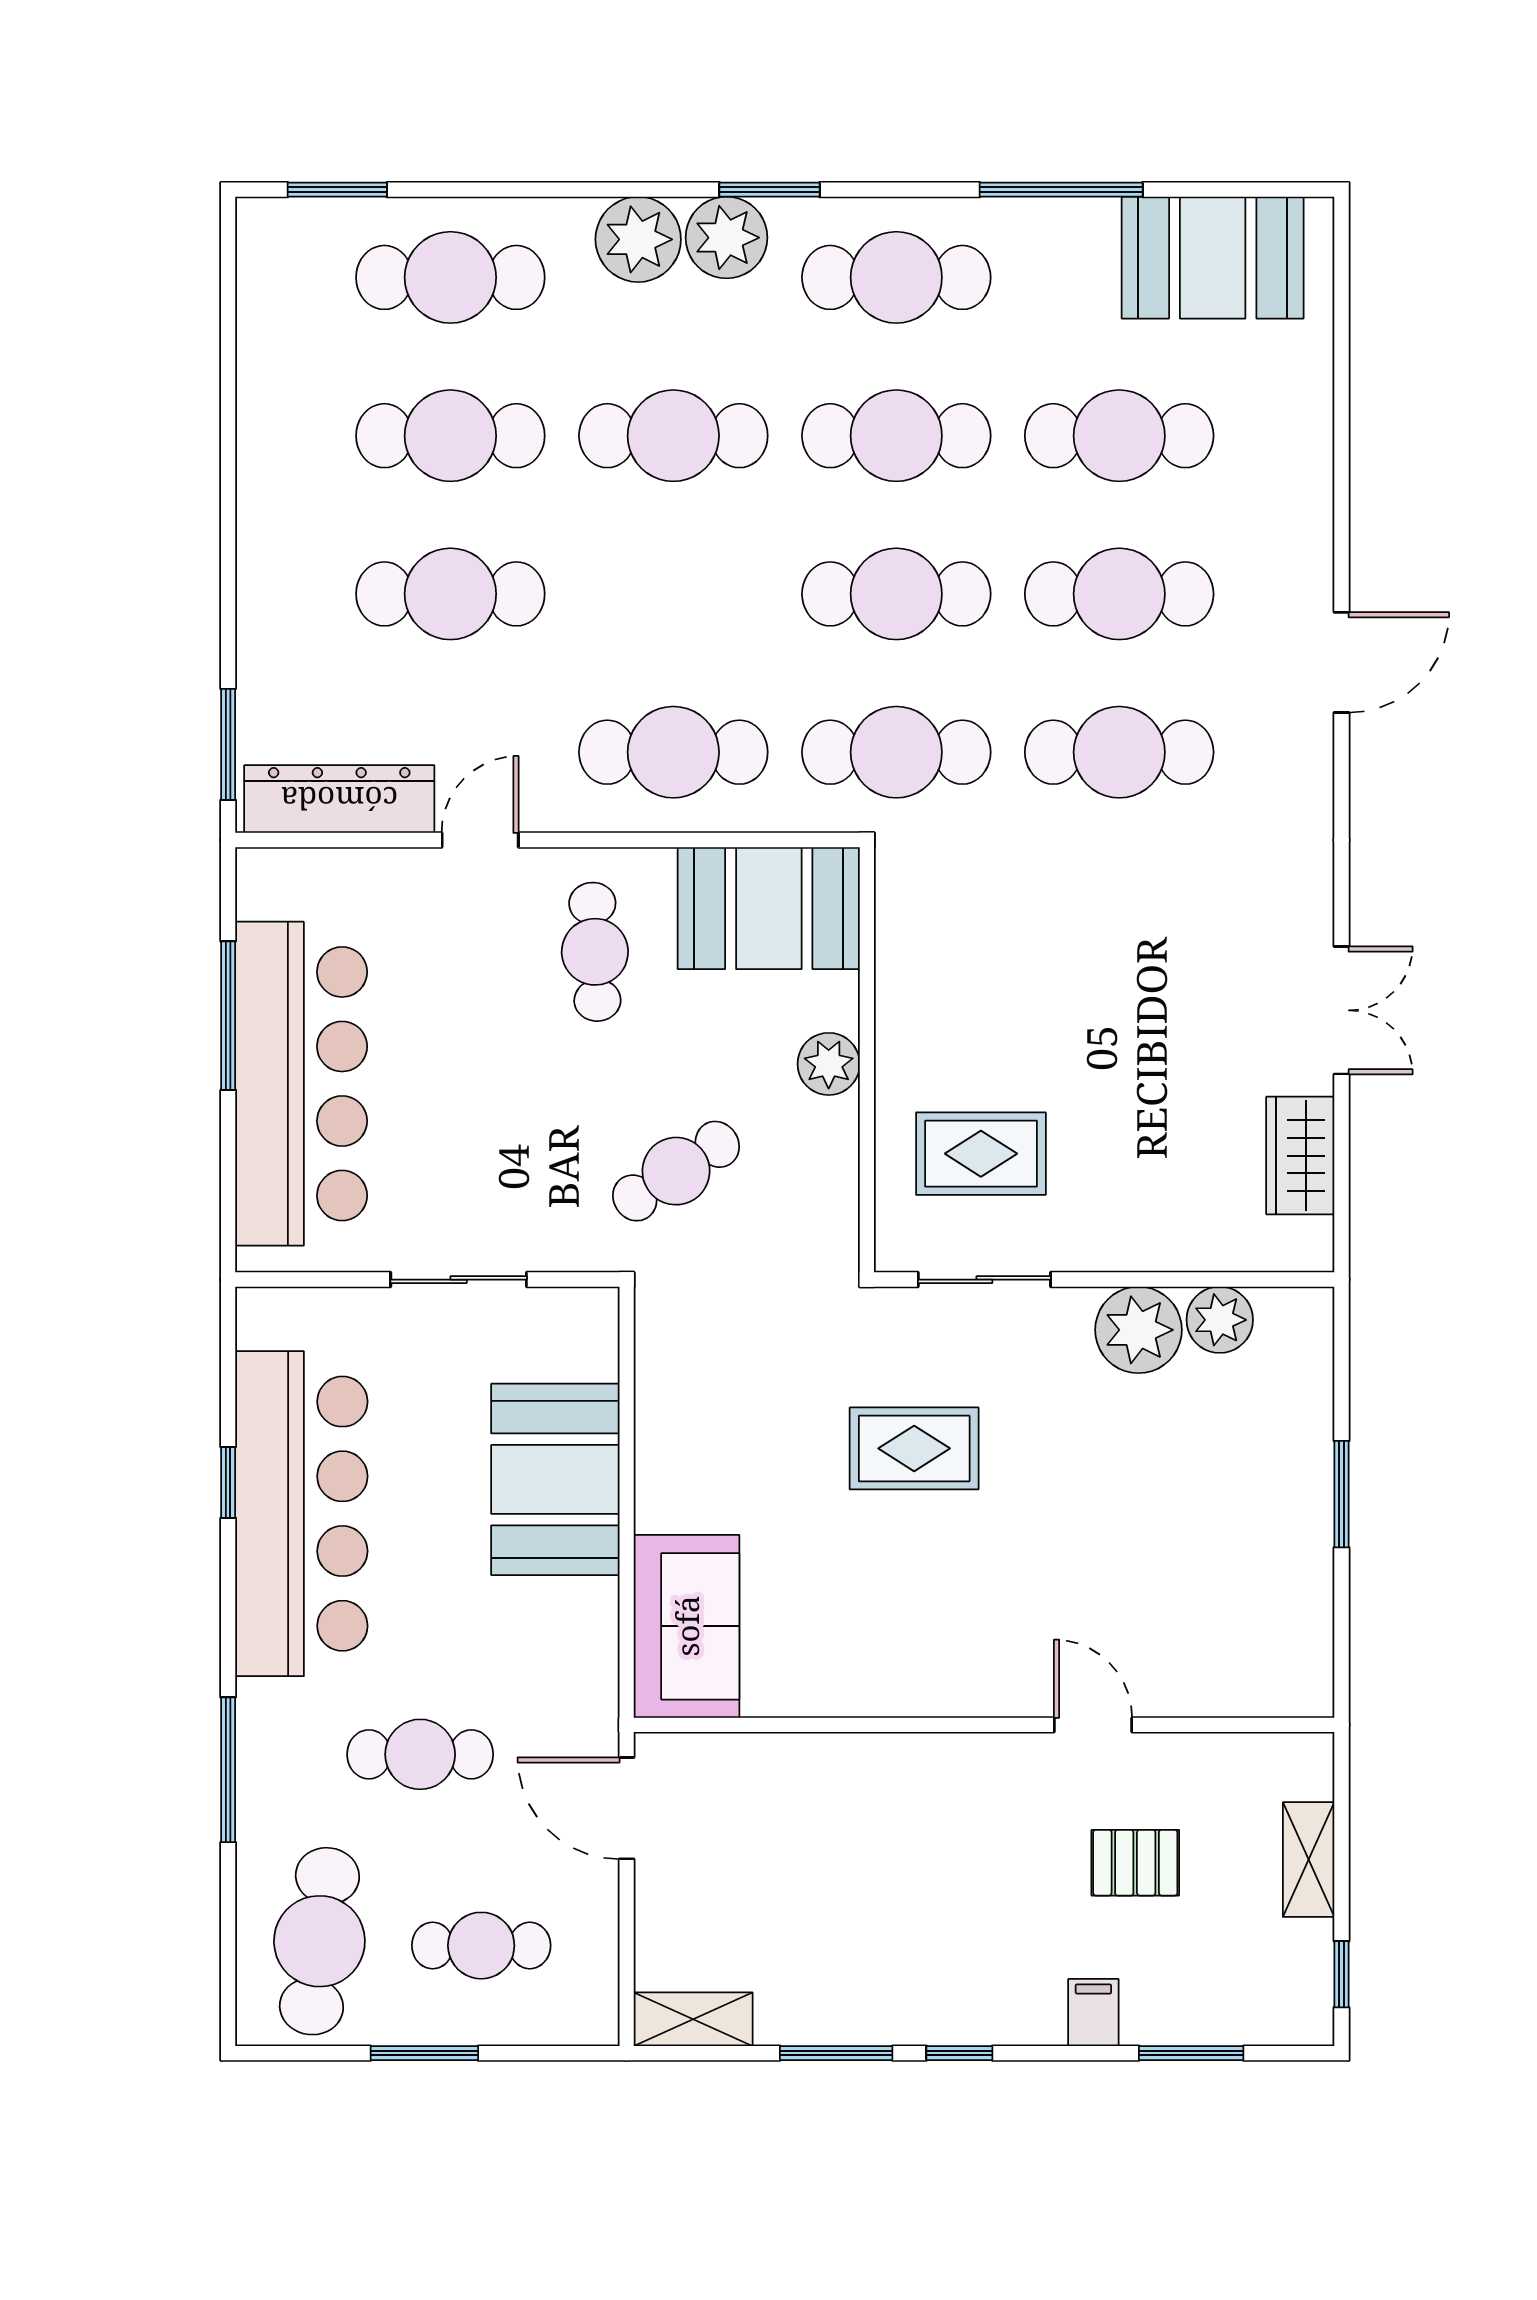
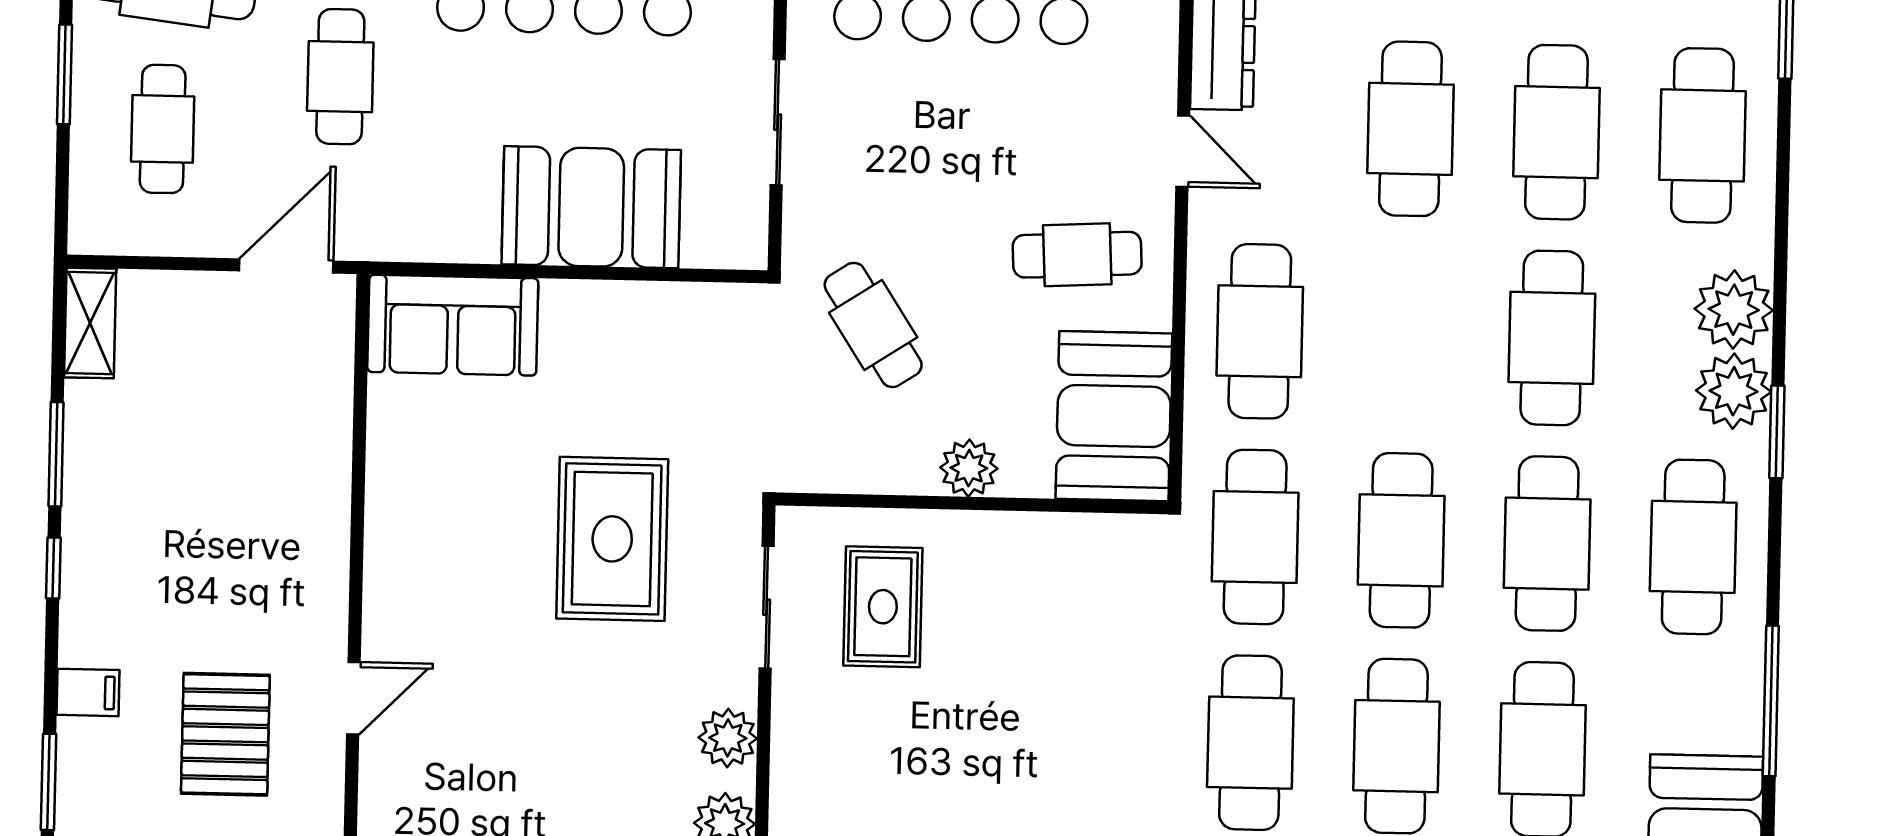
plant: (1138, 1330) -> (728, 738), width x0.73, depth x0.73
rug: (914, 1448) -> (612, 539), width x1.36, depth x1.43
pallet: (1135, 1863) -> (225, 734), width x1.50, depth x1.42

